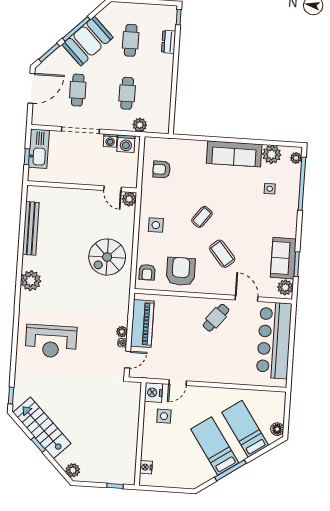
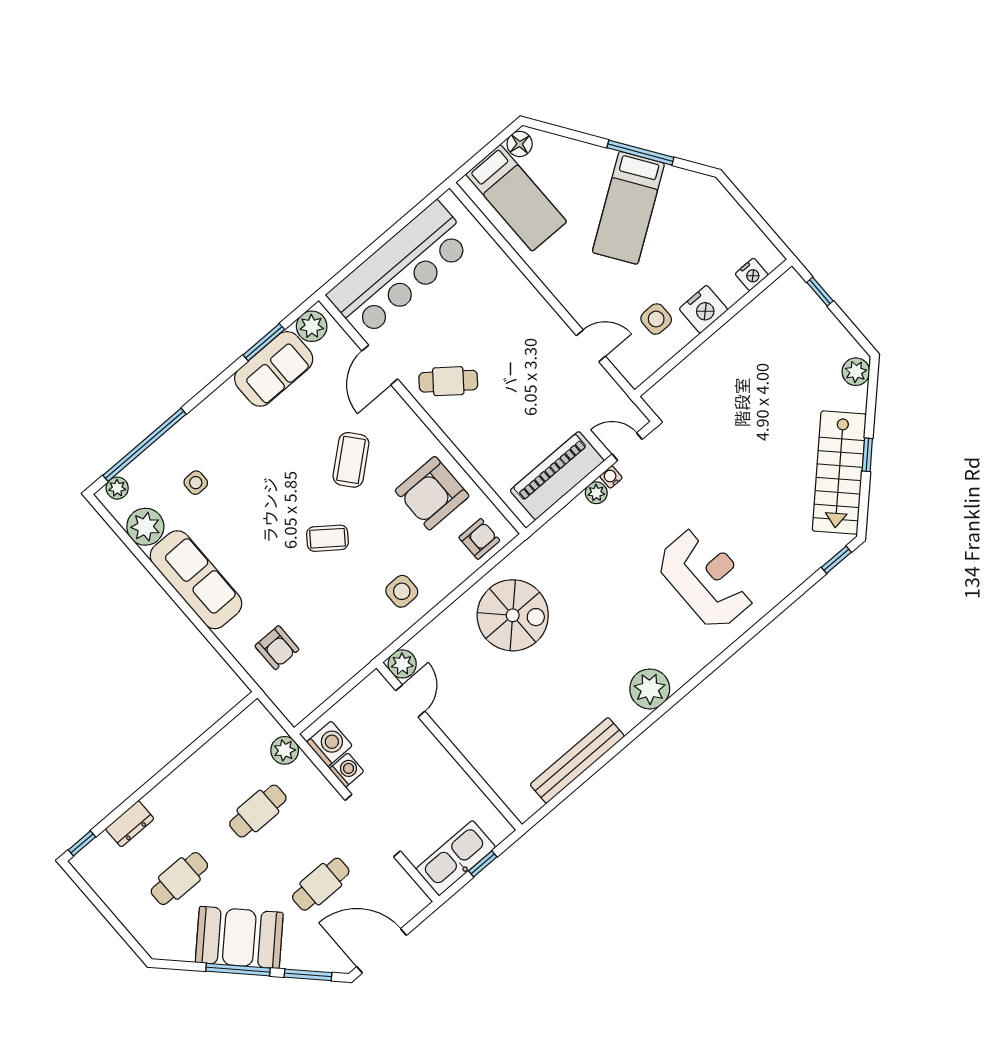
armchair: (162, 169) -> (277, 648), moved
nightstand: (153, 393) -> (703, 309), moved
bed: (245, 429) -> (516, 198), moved, turned -56

